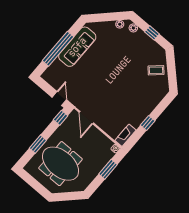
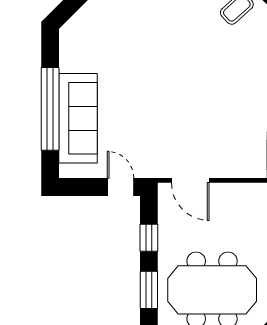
sofa: (77, 47) -> (78, 118), moved
window: (61, 118) -> (149, 238), moved

